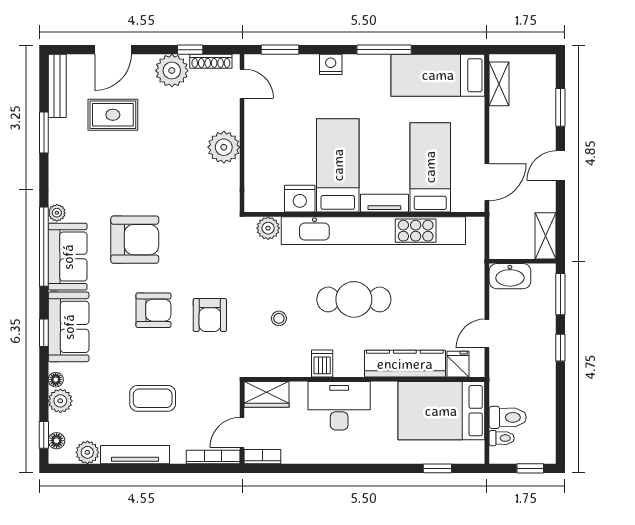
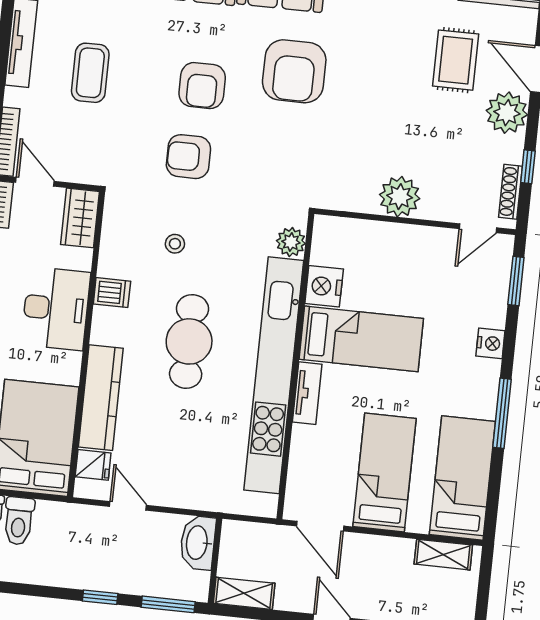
plant: (172, 71) -> (507, 113), moved
bed: (430, 167) -> (384, 472), moved, turned -90

